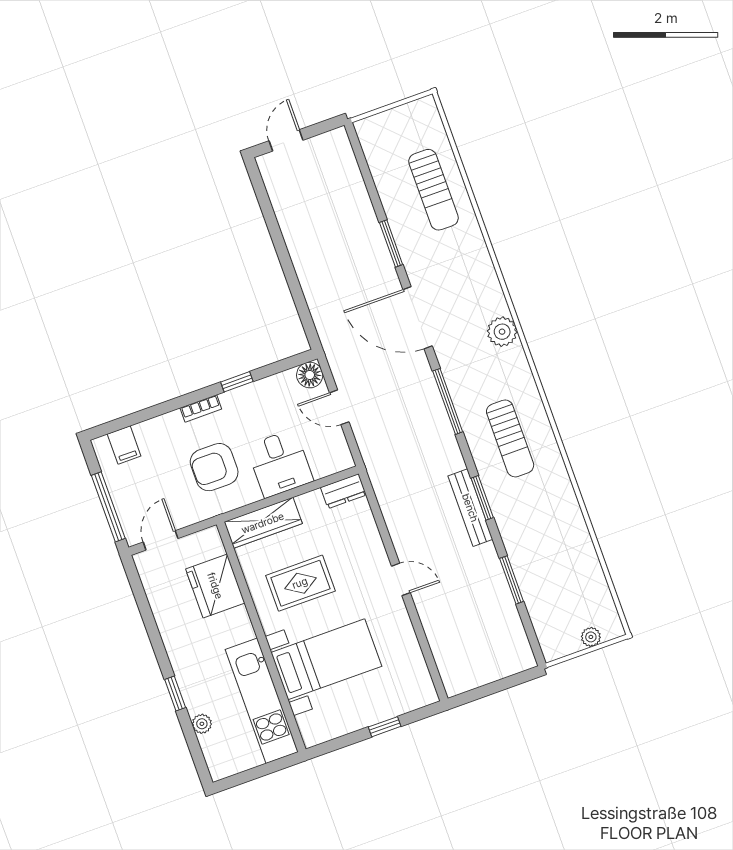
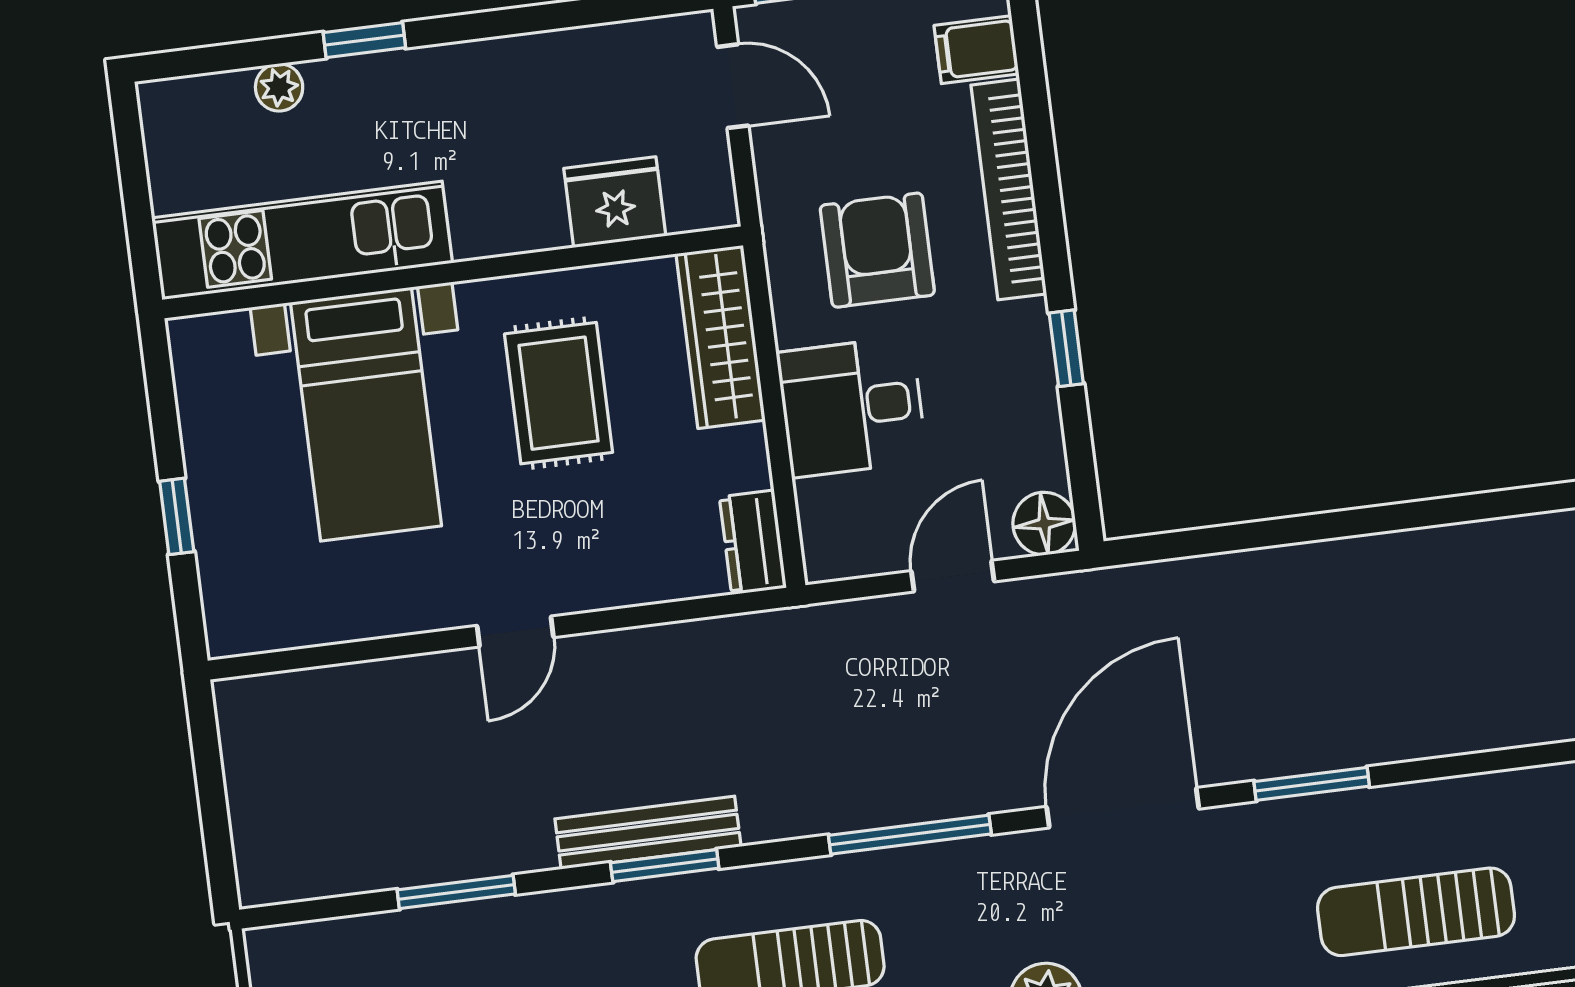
bookcase: (201, 408) -> (1009, 189), width x2.31, depth x1.31
fridge: (215, 586) -> (615, 202), width x0.73, depth x0.75

